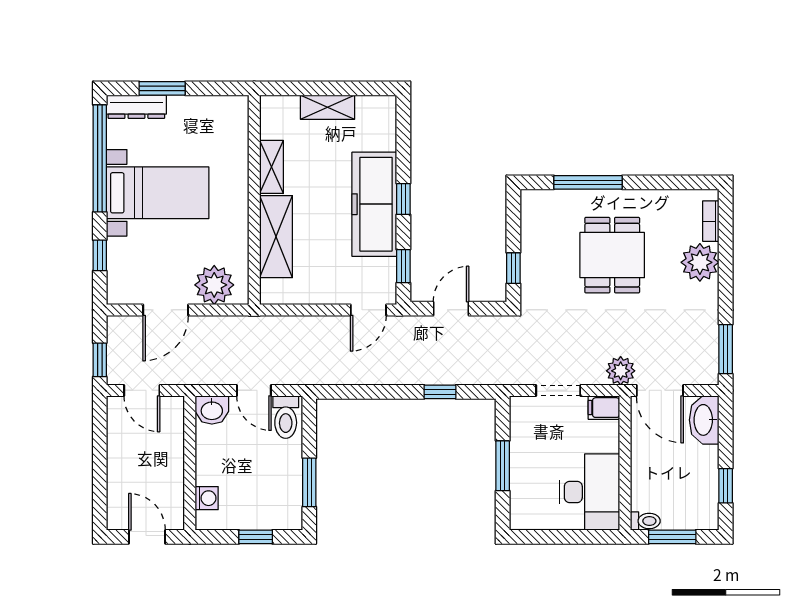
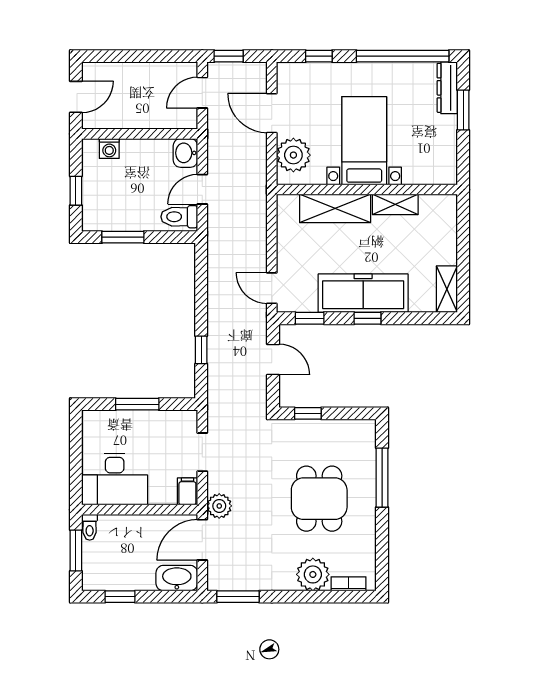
shelving: (328, 107) -> (447, 289), moved
bed with nightstands: (158, 193) -> (364, 141), moved, turned 180
dining table: (612, 255) -> (319, 499), turned 90

